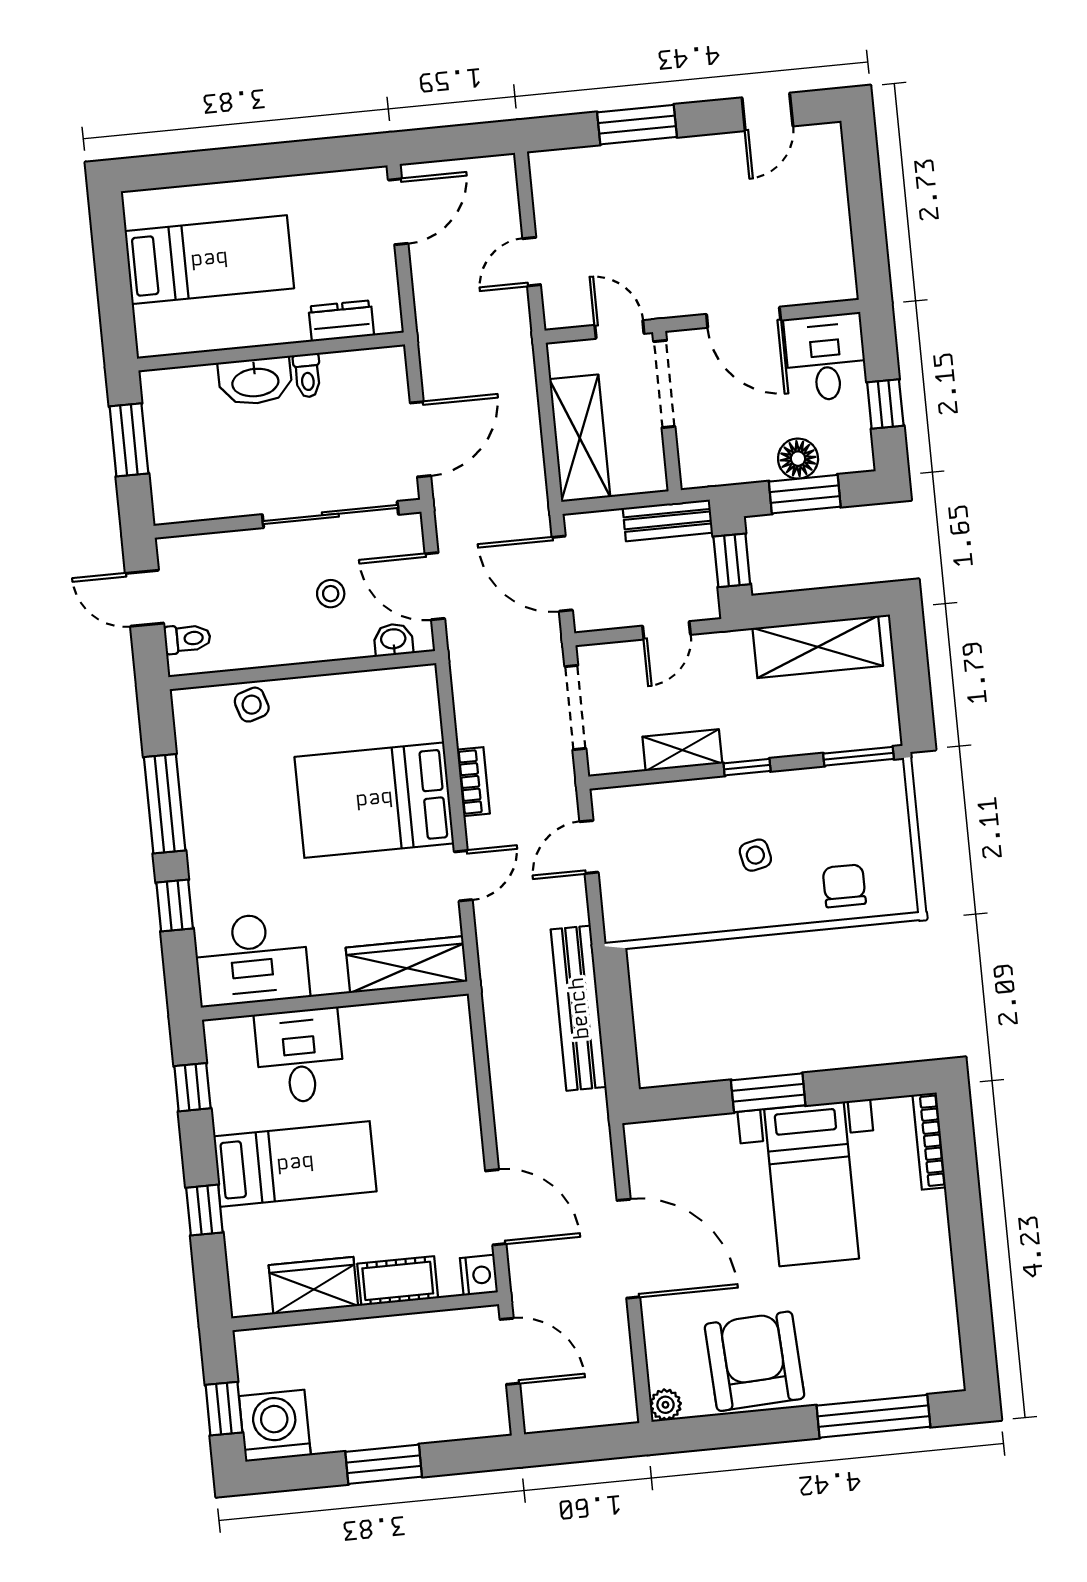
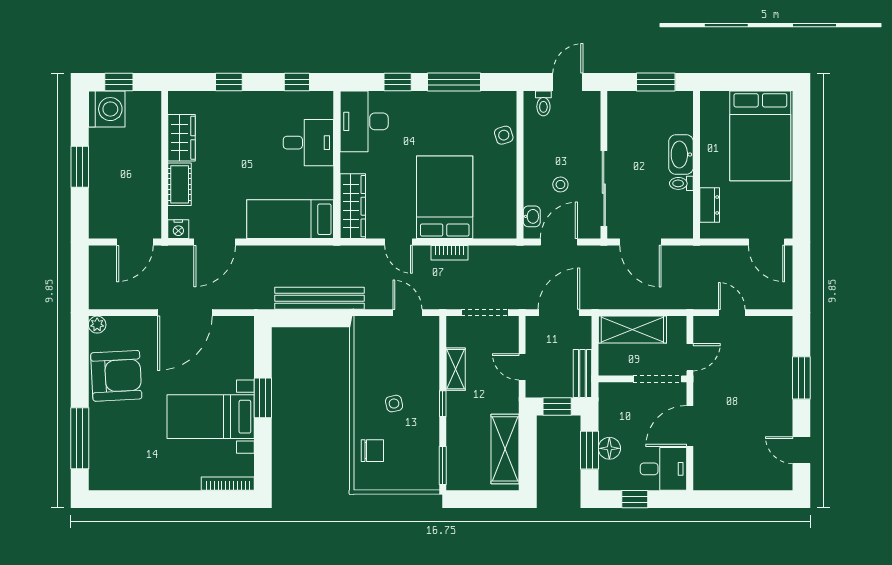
bed: (209, 260) -> (760, 136), width x1.50
bed: (295, 1164) -> (290, 219), moved, turned 90

